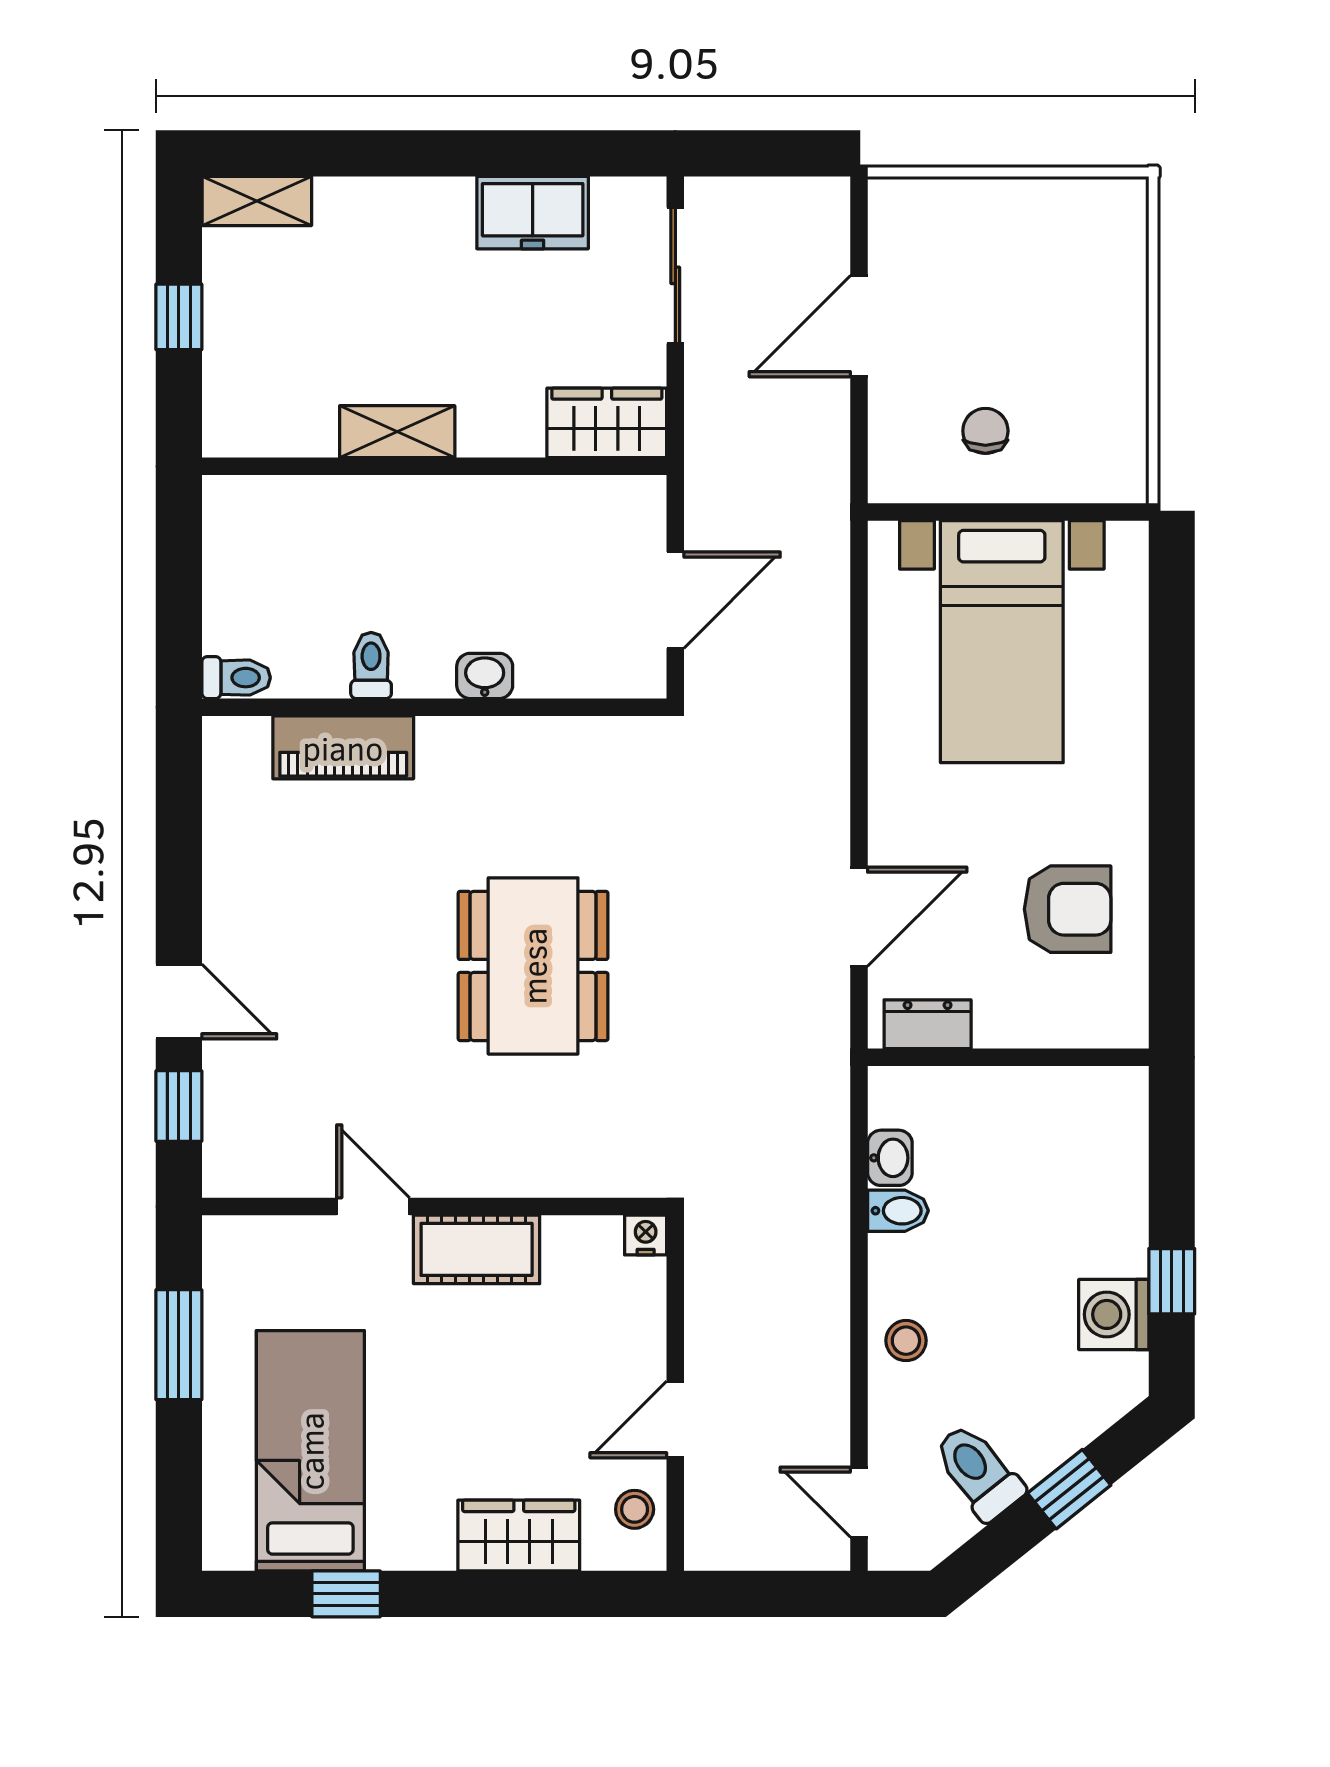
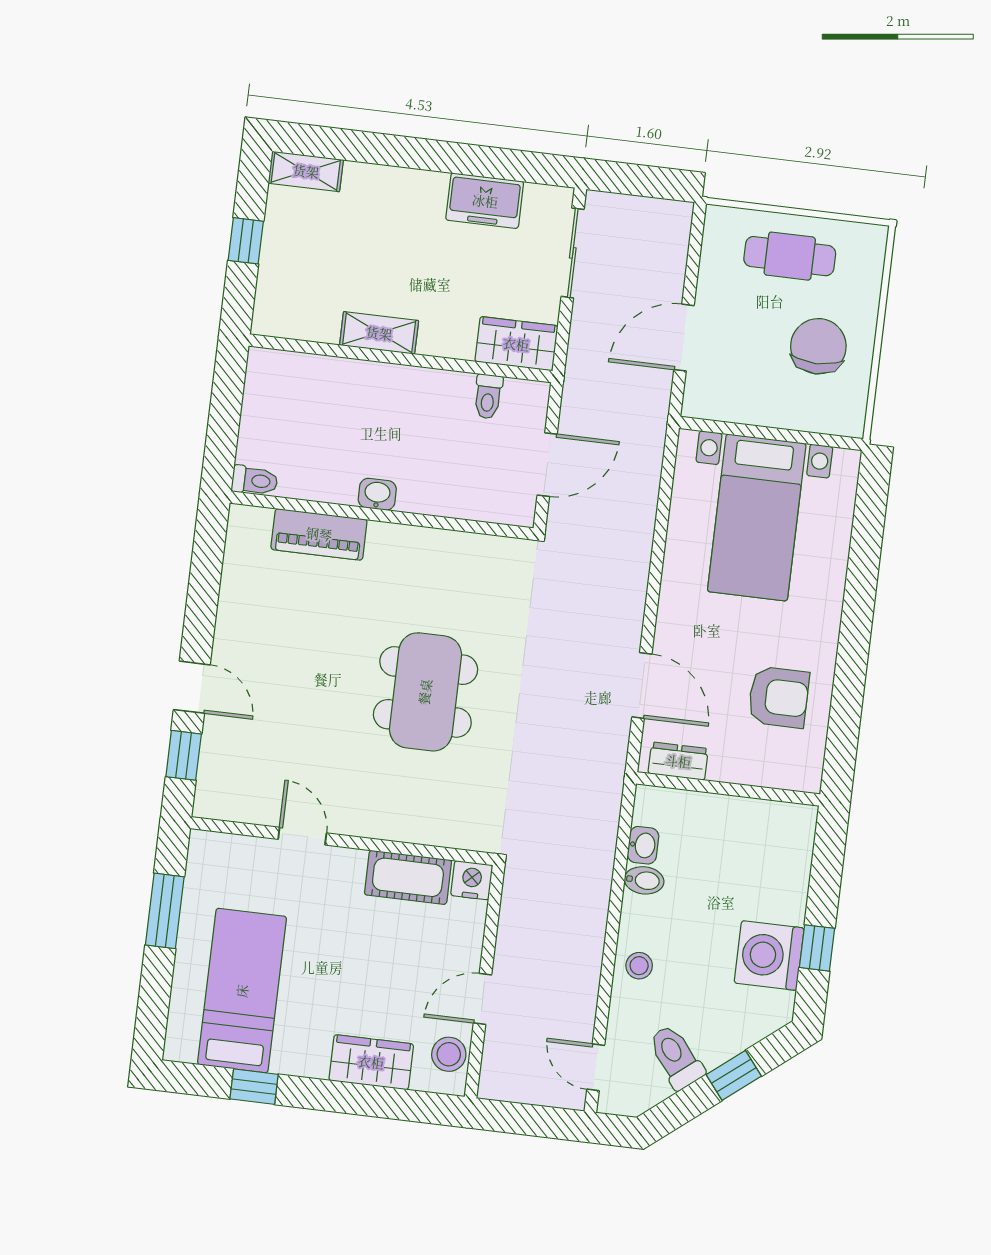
cafe table: (1004, 240) -> (790, 256), added
door: (859, 326) -> (684, 338), moved
chair: (985, 431) -> (818, 346), moved, width x1.87, depth x1.87
toilet: (371, 665) -> (488, 396), moved, turned 180
washbasin: (485, 676) -> (377, 494), moved
door: (859, 917) -> (642, 686), hinge flipped
nightstand: (646, 1235) -> (472, 880), width x1.39, depth x1.35
cot: (477, 1249) -> (408, 877), moved
washing machine: (1114, 1314) -> (769, 956), width x1.37, depth x1.37
stool: (635, 1509) -> (449, 1054), width x1.37, depth x1.37

